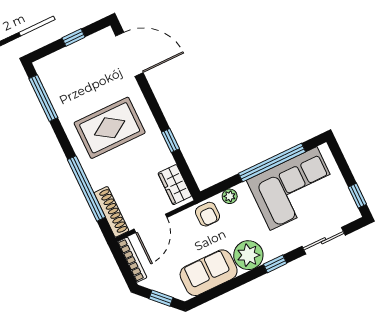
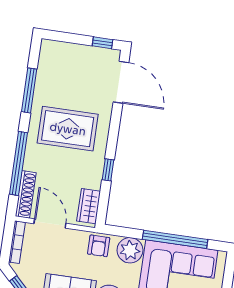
window: (74, 38) -> (103, 43), moved
window: (43, 98) -> (29, 90), moved
plant: (230, 196) -> (130, 250), width x1.87, depth x1.87
door: (151, 223) -> (50, 223), swing flipped

